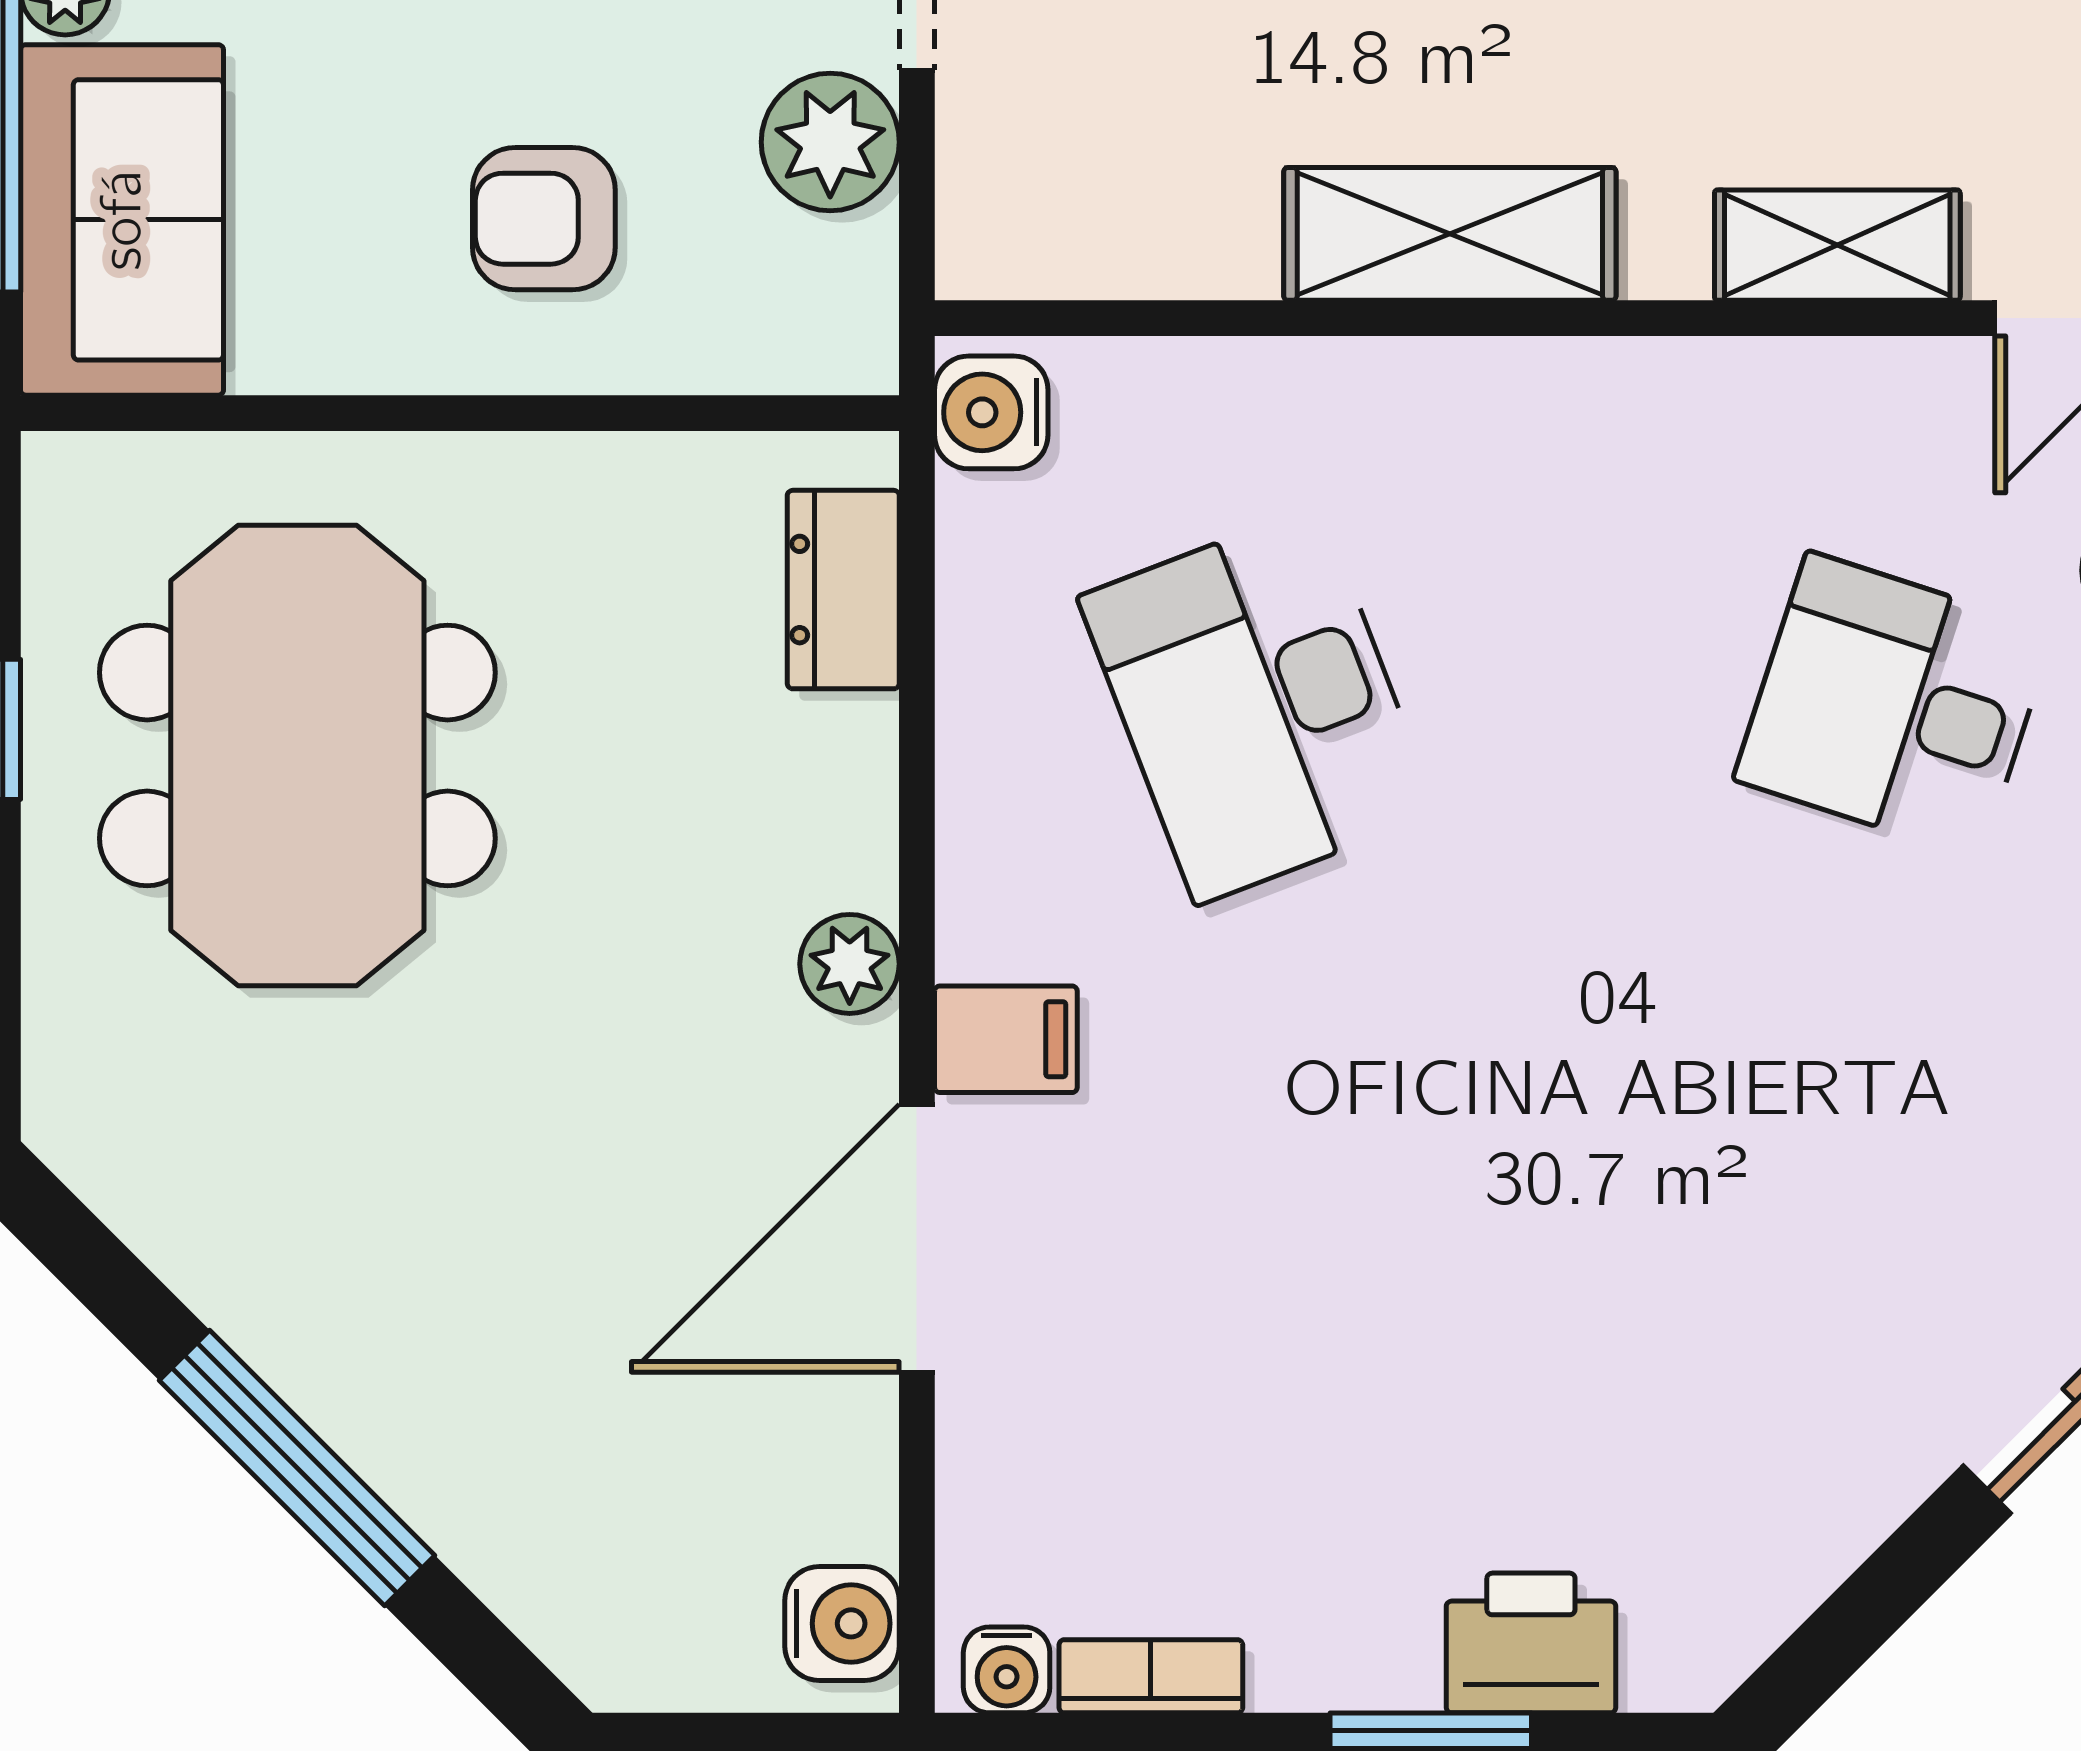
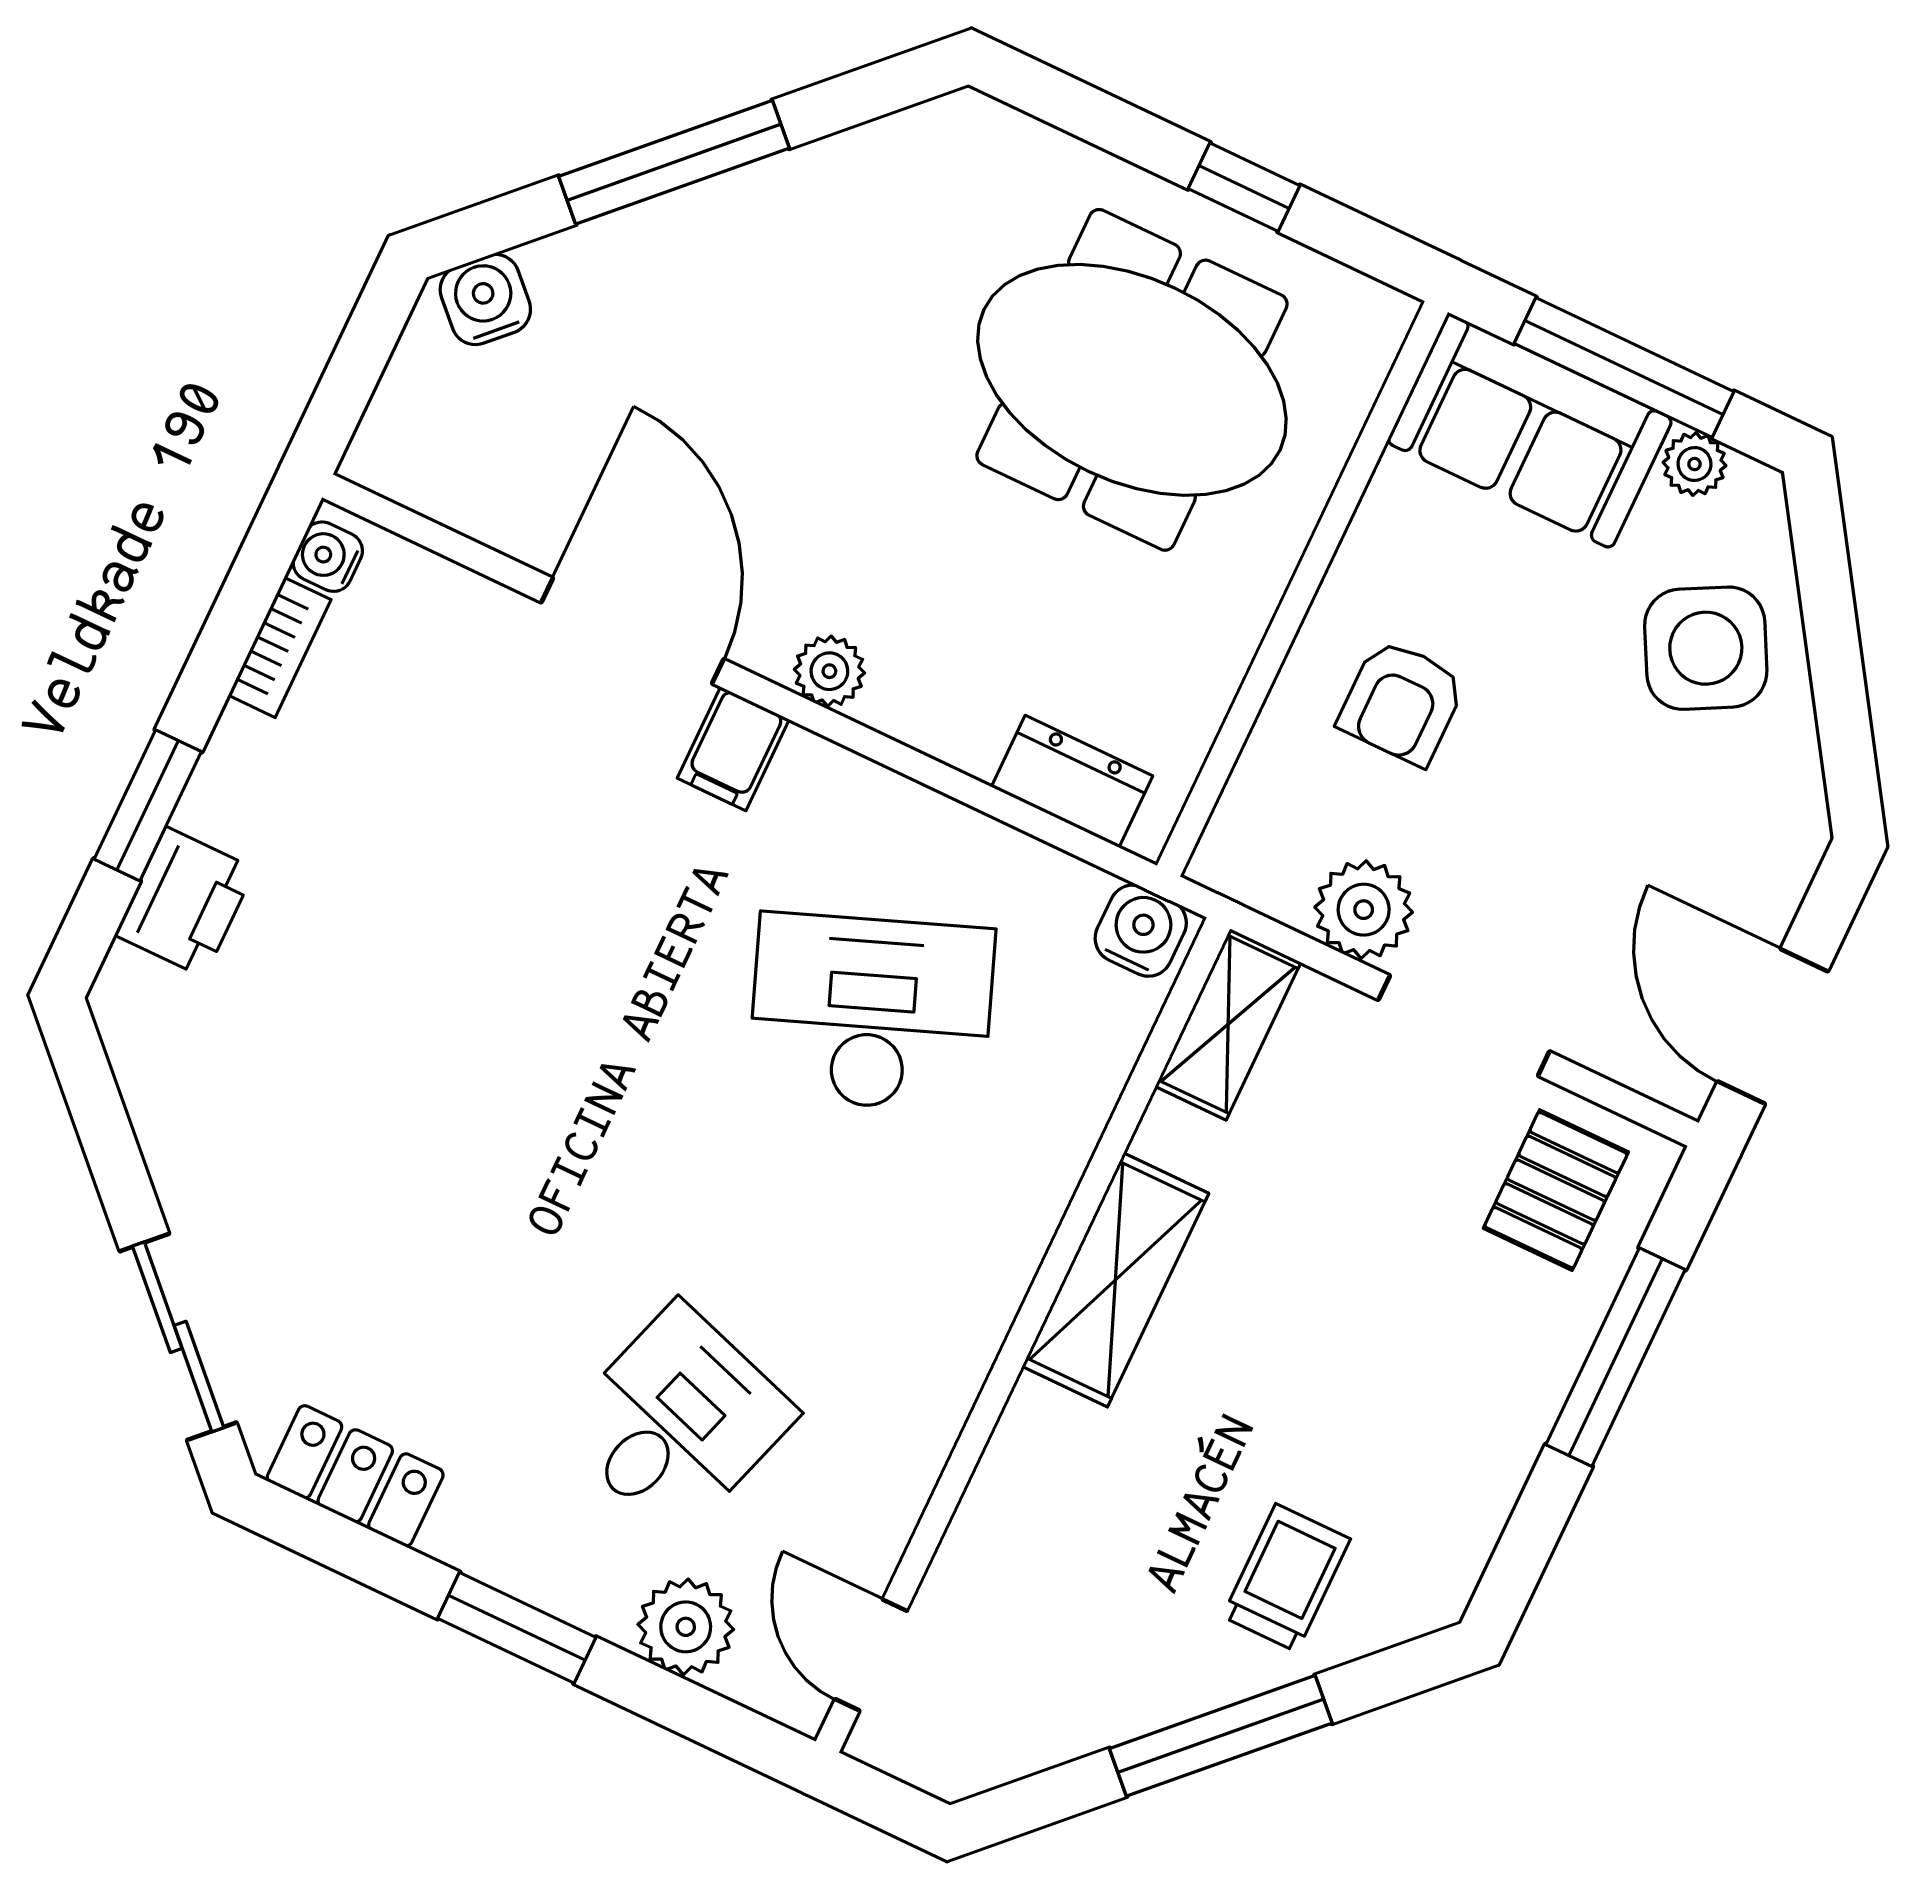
armchair: (544, 219) -> (1402, 702), turned 180
shelving: (1837, 245) -> (1228, 1024), moved
water cooler: (842, 1623) -> (485, 300), moved, turned 135

